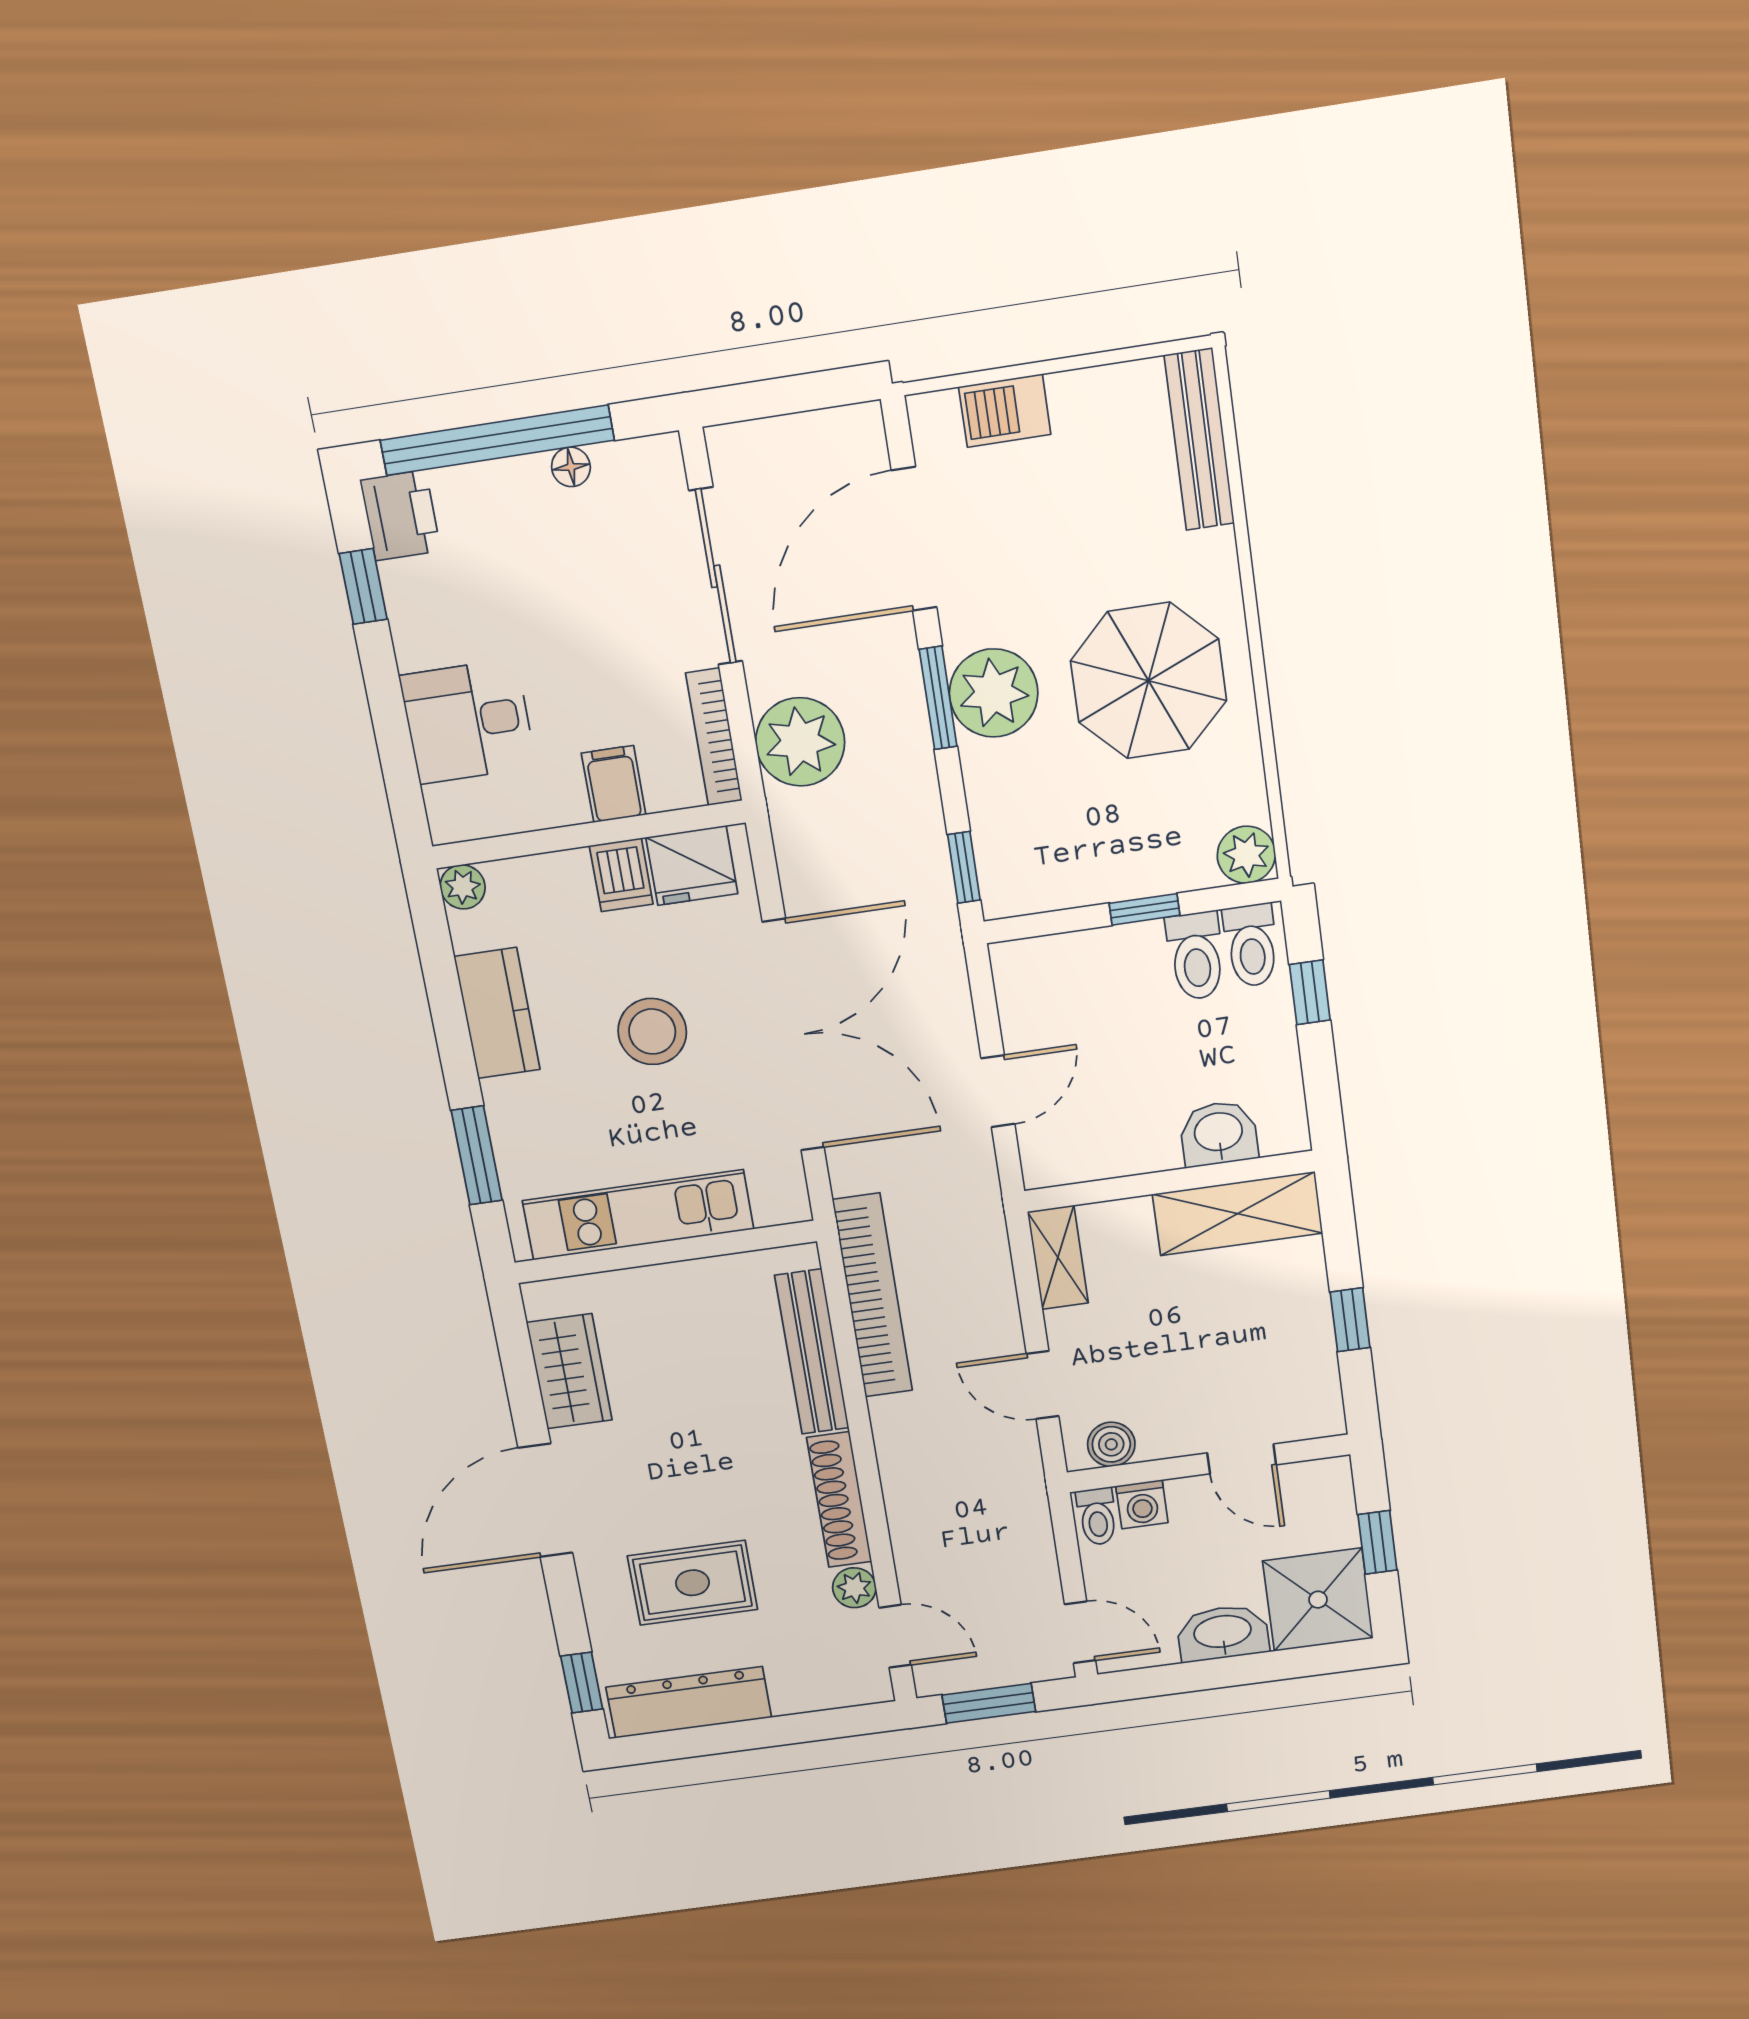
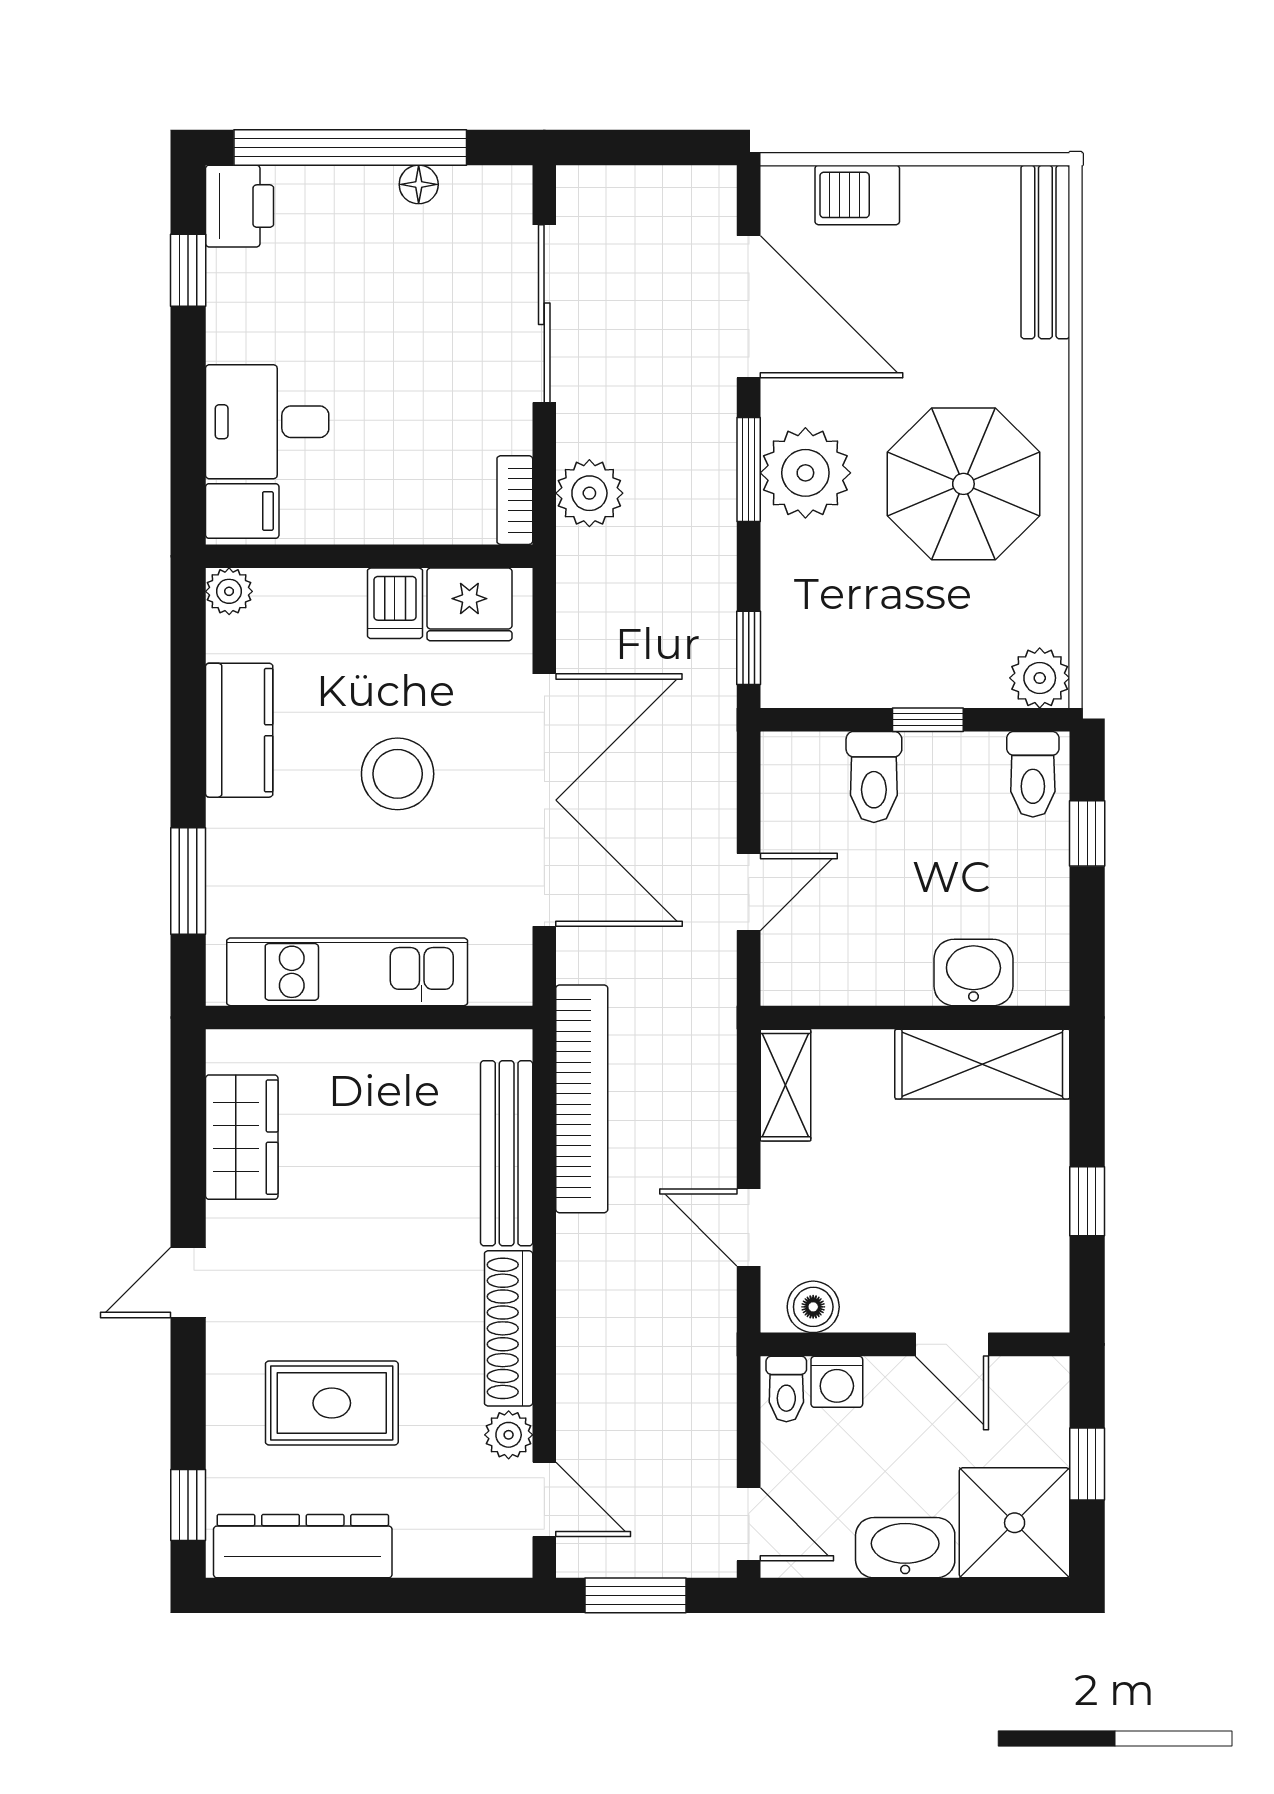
door: (914, 539) -> (749, 307), swing flipped
bookcase: (714, 737) -> (515, 500), width x0.64
plant: (800, 742) -> (589, 493), width x0.73, depth x0.73
filing cabinet: (614, 784) -> (242, 511), moved, turned 90
toilet: (1196, 956) -> (874, 777), moved
door: (545, 1500) -> (188, 1283), width x0.53

